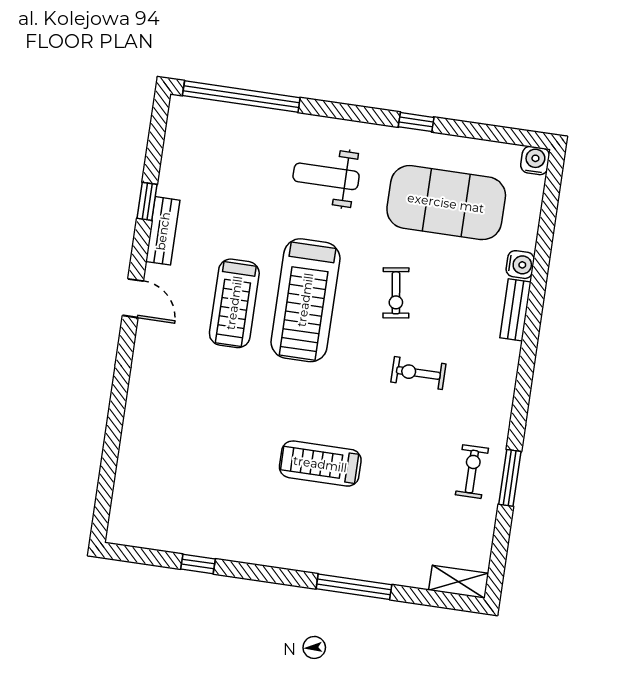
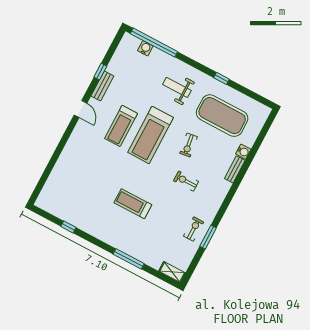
water cooler: (535, 160) -> (145, 48), moved

